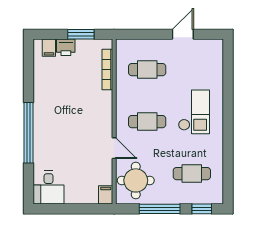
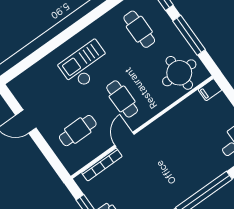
cafe table: (147, 70) -> (78, 131), turned 90
door: (114, 148) -> (124, 140), moved

